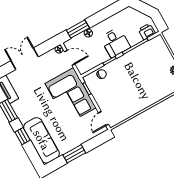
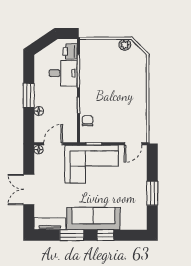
window: (78, 29) -> (29, 95), moved
desk: (115, 42) -> (63, 73), moved
door: (103, 119) -> (133, 144), hinge flipped
sofa: (41, 140) -> (93, 219), moved

